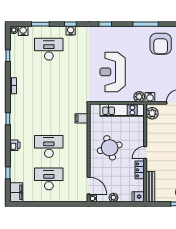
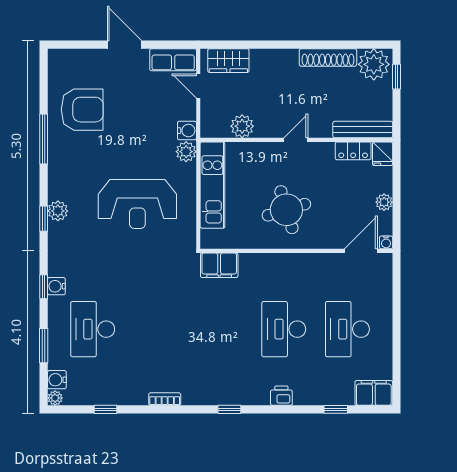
plant: (109, 31) -> (58, 211), added
plant: (152, 113) -> (242, 126), moved
filing cabinet: (81, 118) -> (219, 265), width x2.00
door: (145, 153) -> (296, 140), swing flipped
locker: (140, 170) -> (353, 151), moved

